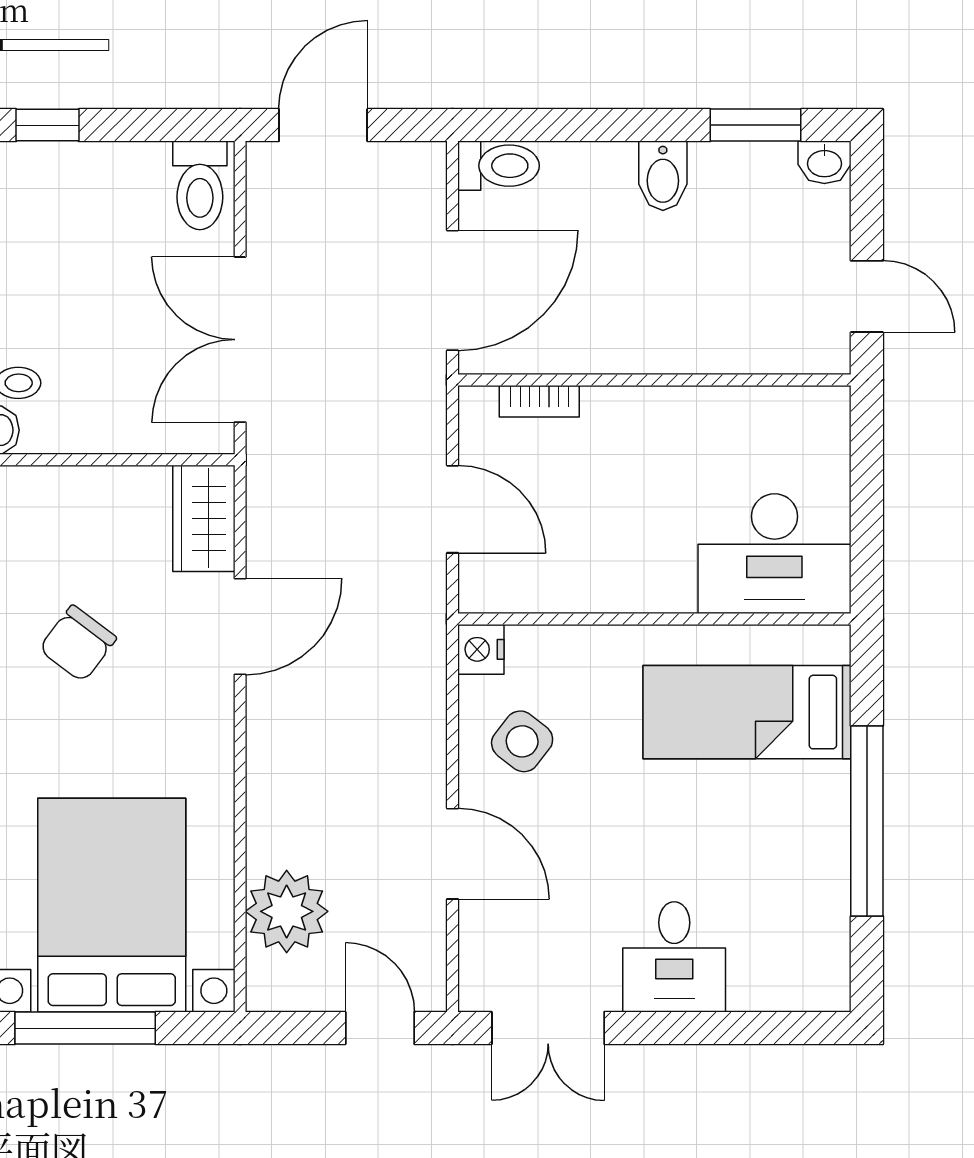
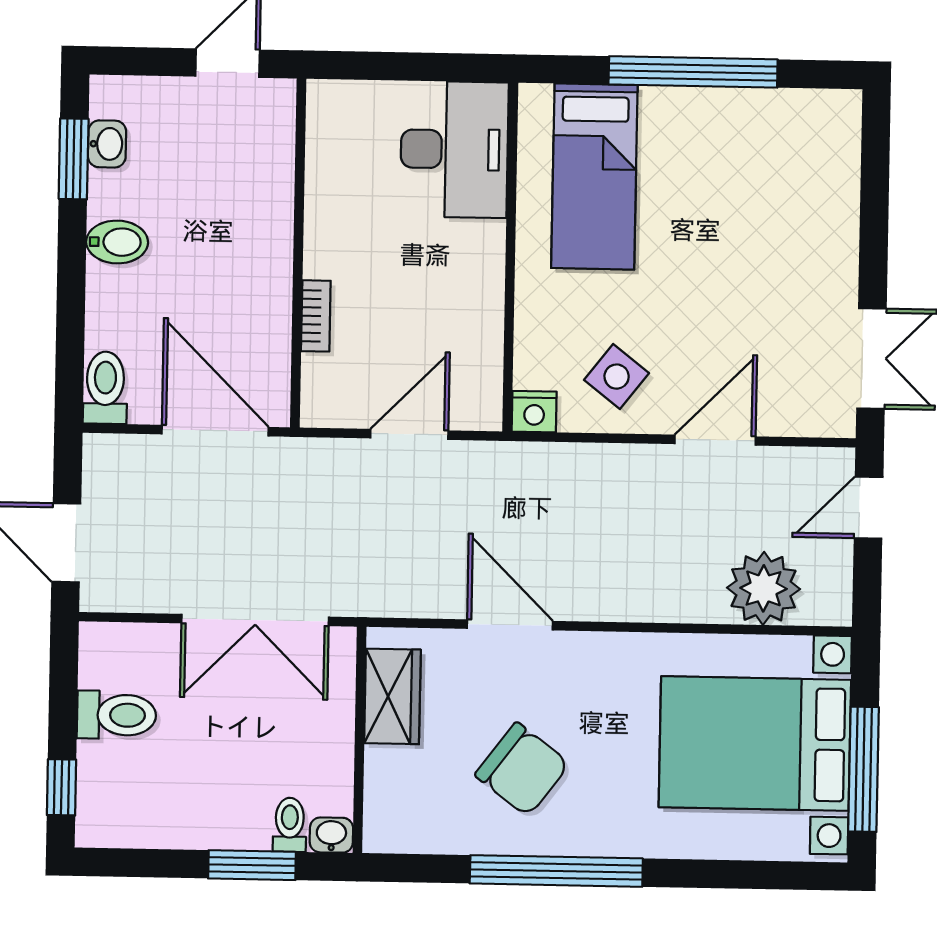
washbasin: (824, 162) -> (107, 144), moved
toilet: (200, 185) -> (117, 715), moved
bookcase: (539, 401) -> (316, 316), moved
wardrobe: (204, 518) -> (392, 696), moved, turned -90
chair: (78, 644) -> (522, 769), width x1.37, depth x1.37
desk: (674, 957) -> (810, 245), removed

